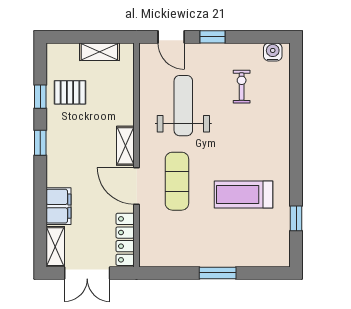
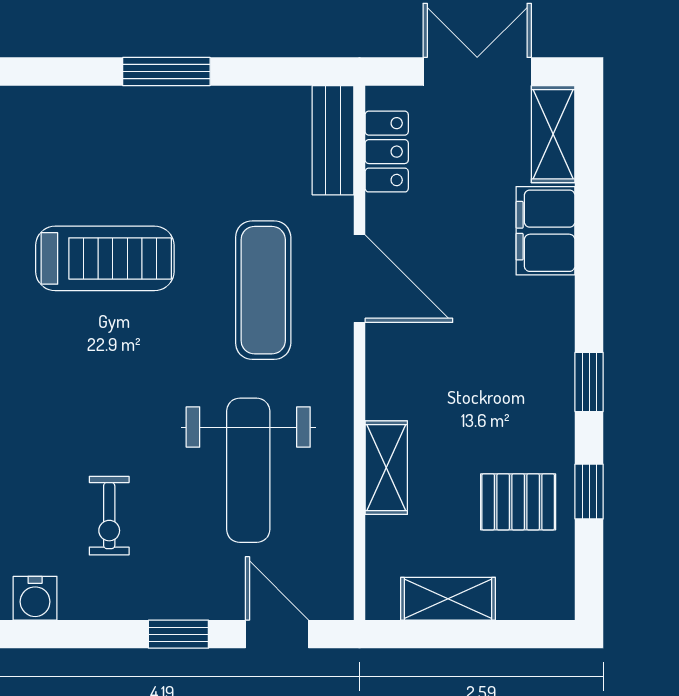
shelving: (125, 146) -> (386, 468), moved
locker: (125, 239) -> (387, 152), width x0.66
bench: (148, 244) -> (333, 140), added

